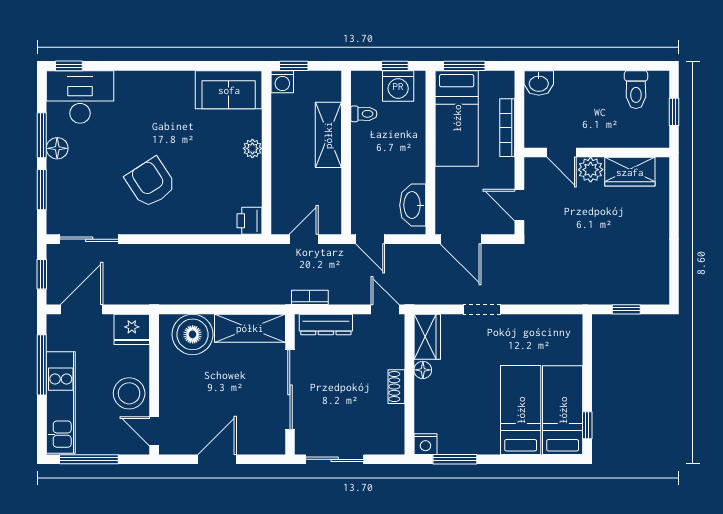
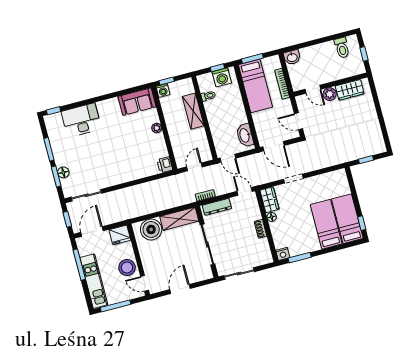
desk: (80, 97) -> (81, 120), moved
floor lamp: (57, 148) -> (63, 172), moved
armchair: (151, 183) -> (110, 159), removed

